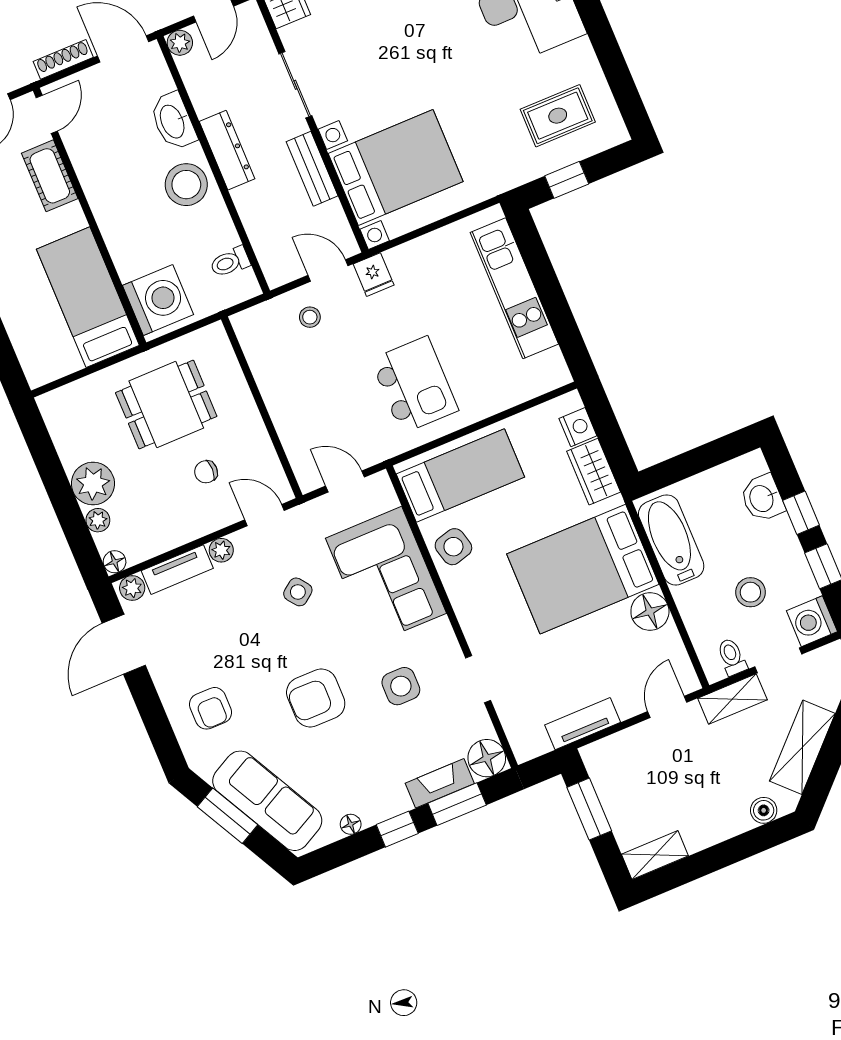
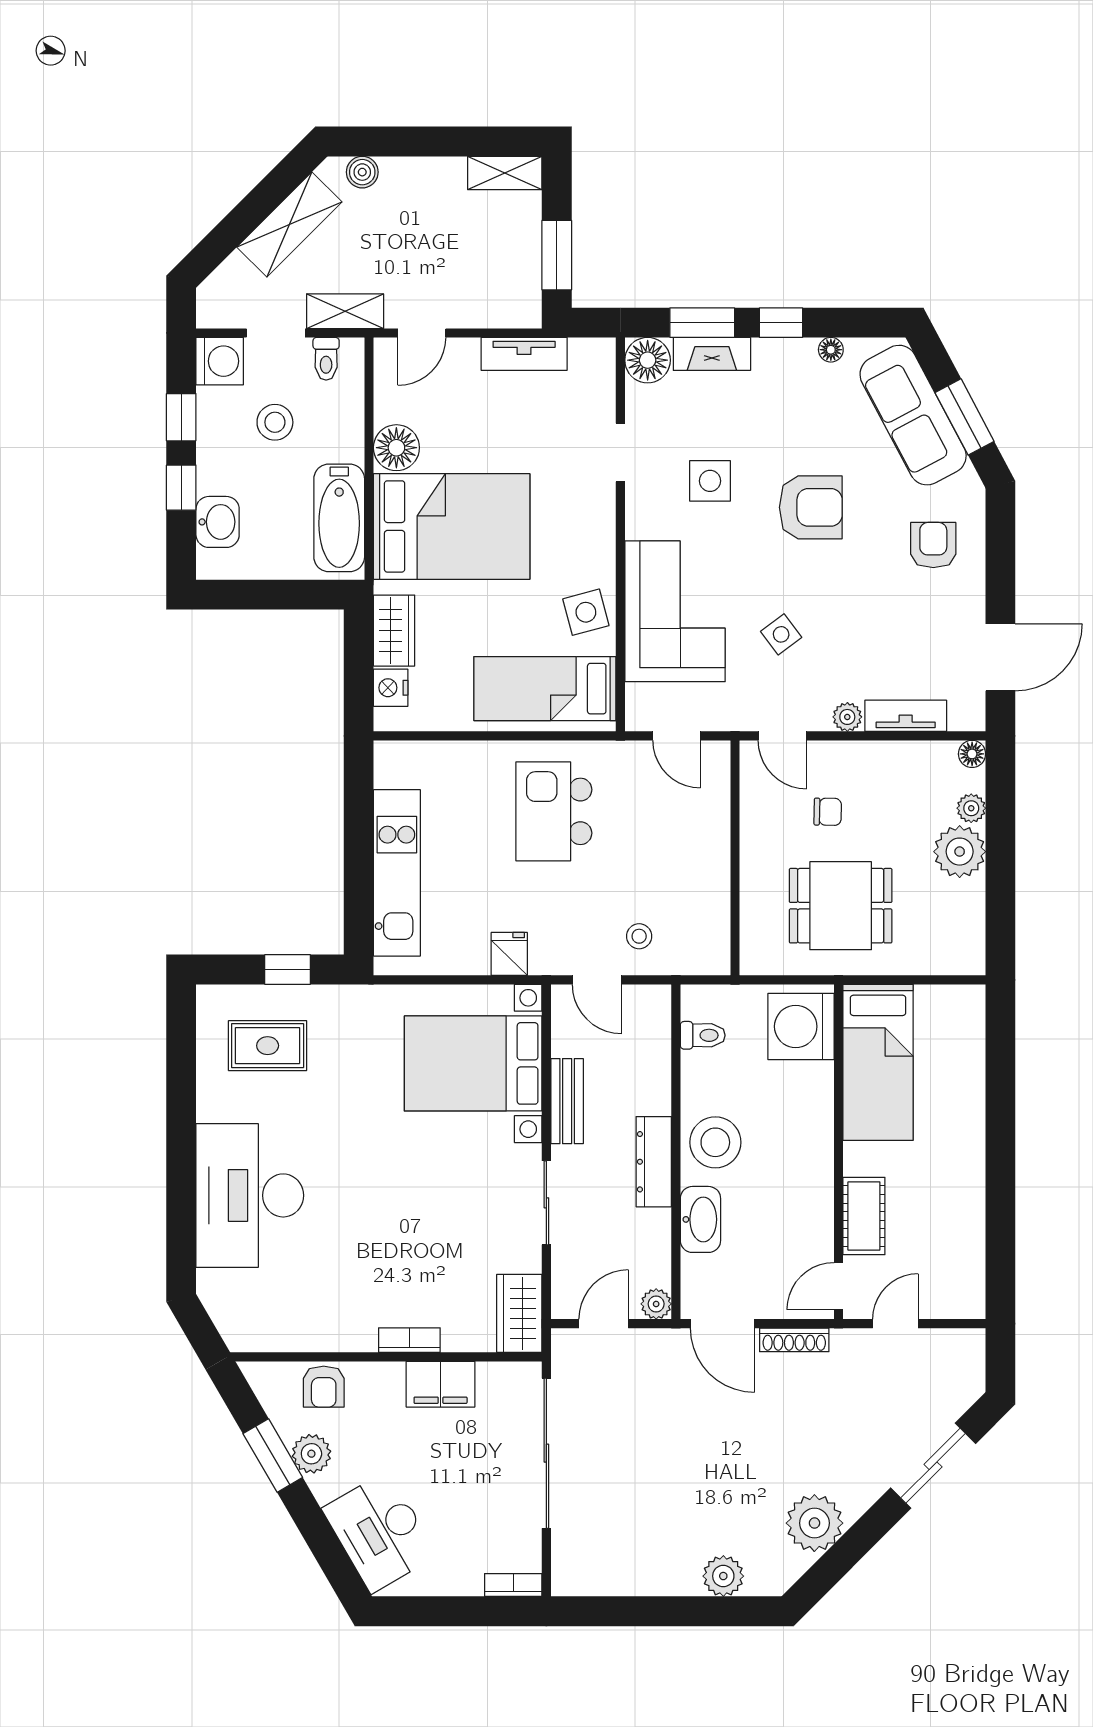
fridge: (374, 275) -> (509, 954), moved
plant: (132, 588) -> (965, 716), removed

